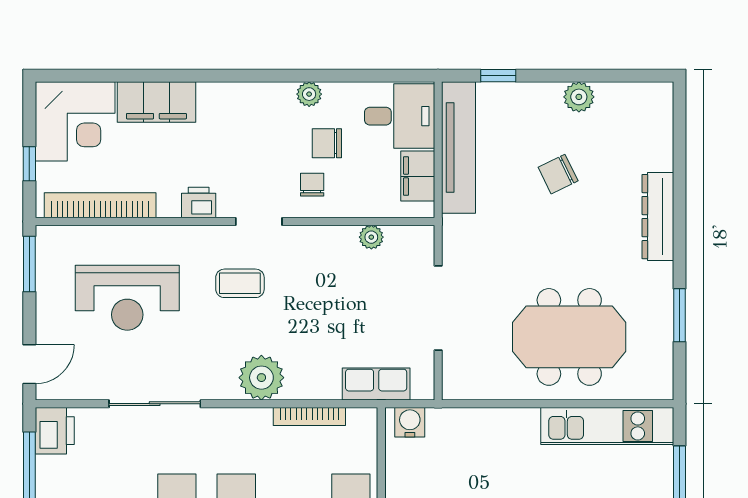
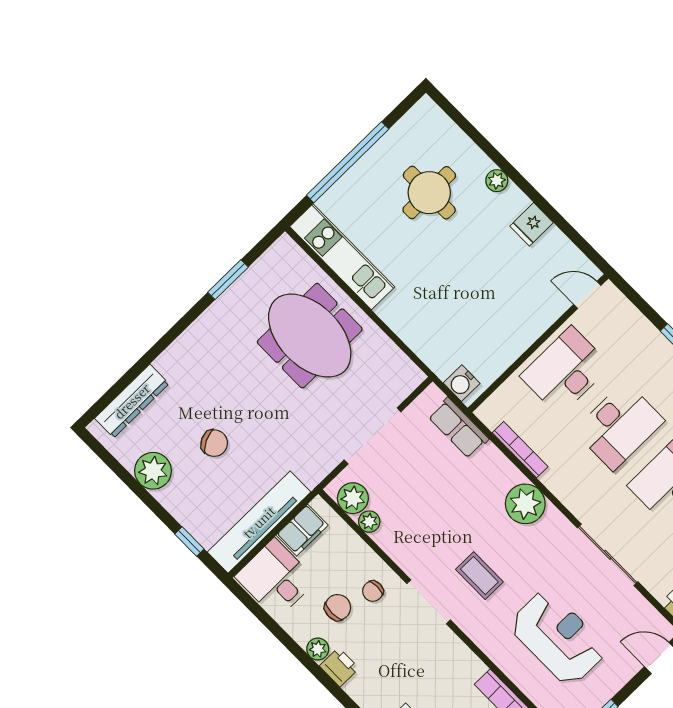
plant: (579, 97) -> (153, 471), width x1.36, depth x1.36
chair: (327, 143) -> (338, 607), turned -90
printer: (199, 202) -> (339, 667), moved, turned 180
dresser: (658, 217) -> (132, 401), moved
doorway: (259, 221) -> (429, 602), width x1.38
plant: (403, 243) -> (353, 498), added

